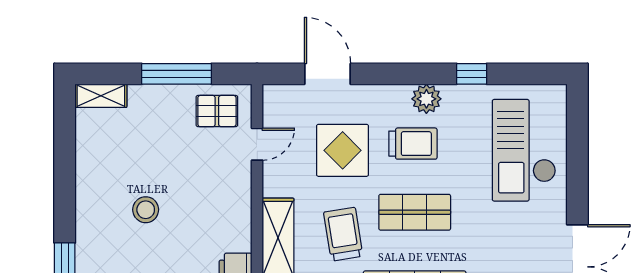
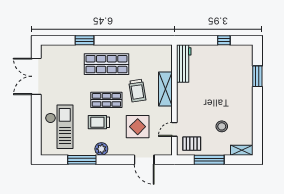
window: (472, 74) -> (82, 160), width x2.17
trolley: (413, 144) -> (99, 122), moved
stool: (146, 210) -> (222, 126), moved

